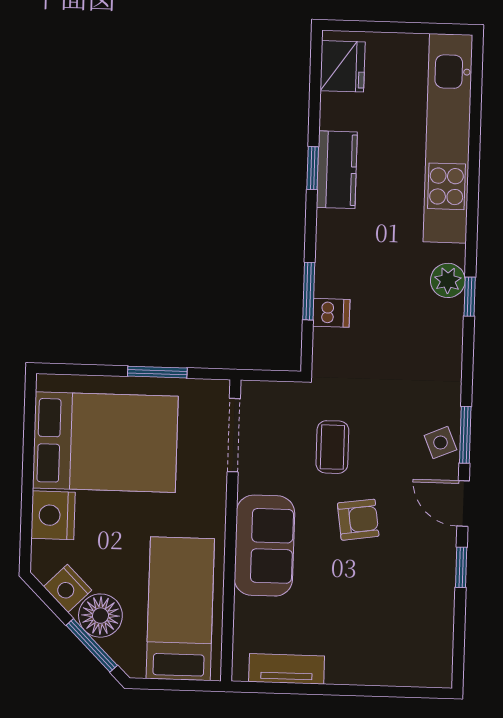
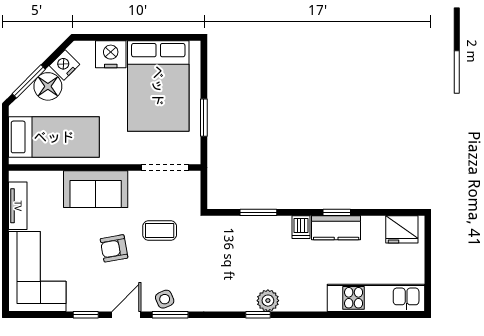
kitchen unit: (448, 138) -> (376, 298), width x0.73
dishwasher: (331, 313) -> (301, 227), moved
armchair: (358, 520) -> (114, 248), turned 88
corner sofa: (391, 641) -> (37, 271), added

